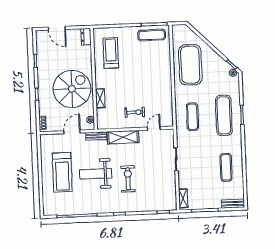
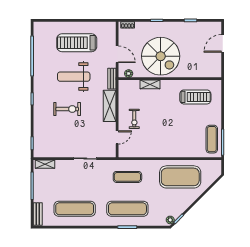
dresser: (86, 37) -> (213, 73), removed
door: (154, 128) -> (117, 137), hinge flipped
exercise mat: (226, 167) -> (75, 209), width x1.36, depth x1.45
weight bench: (96, 174) -> (74, 77), turned -90

